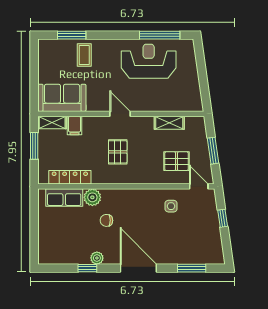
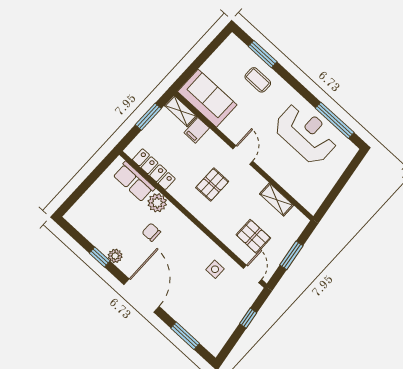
coffee table: (84, 55) -> (258, 80), turned 90

